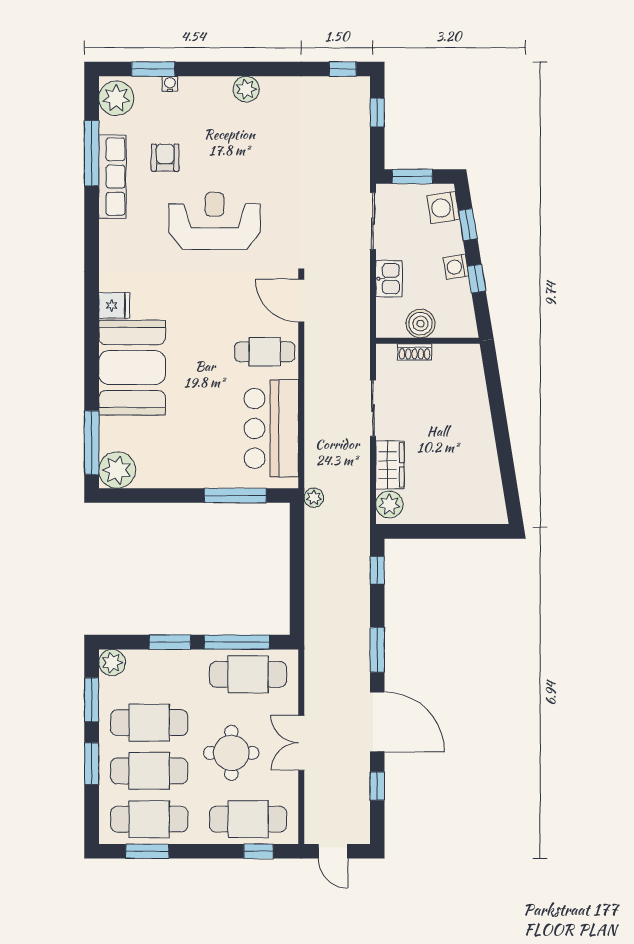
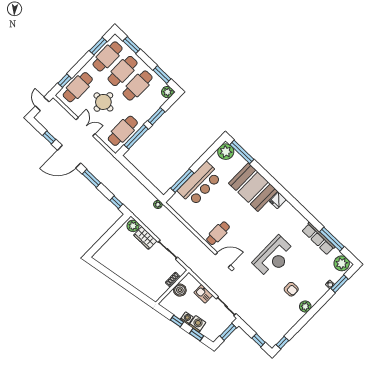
armchair: (165, 158) -> (291, 289), moved
washing machine: (443, 208) -> (197, 324), moved
bar counter: (271, 428) -> (200, 184), moved, turned 90
window: (92, 764) -> (132, 45), moved
door: (333, 851) -> (42, 104), hinge flipped

